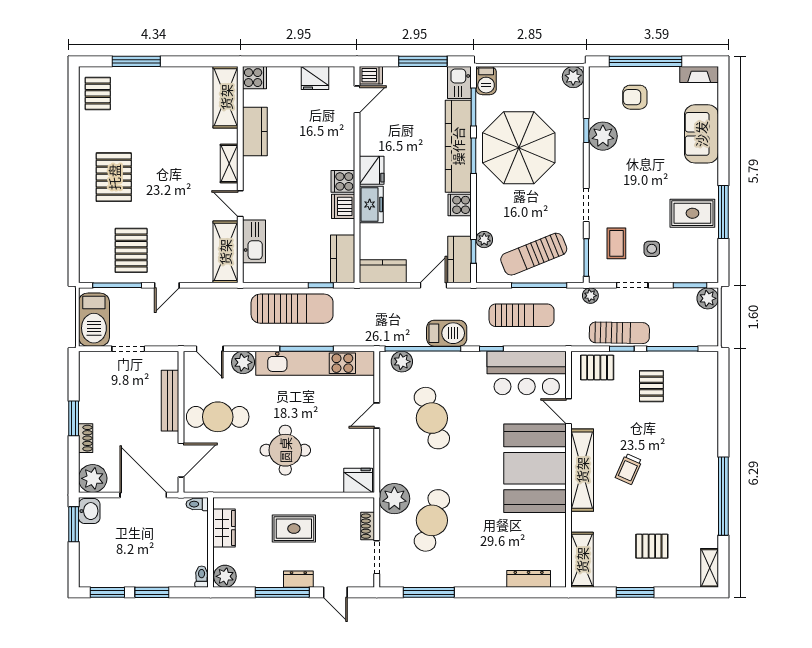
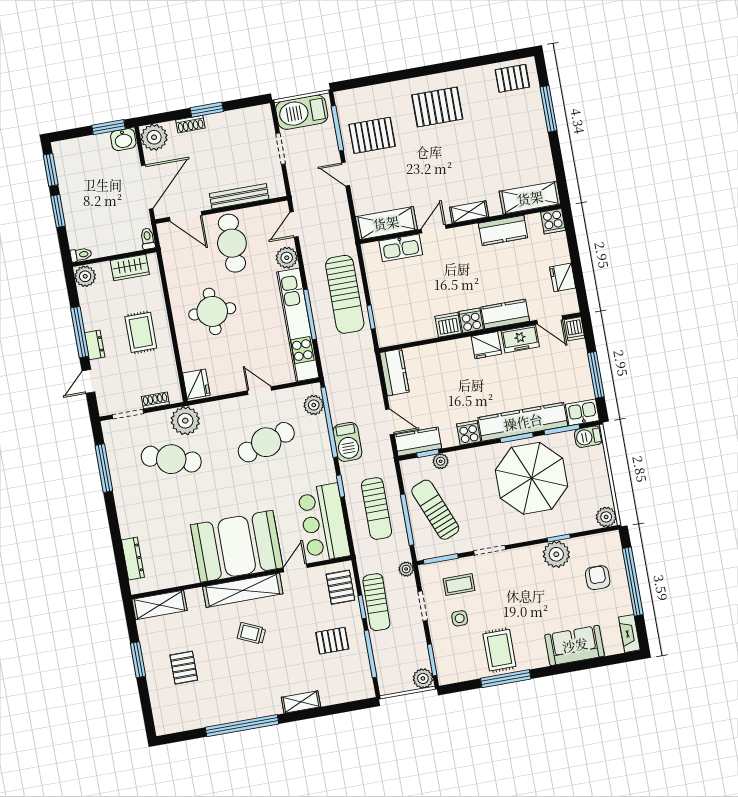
freezer: (371, 204) -> (520, 339), moved
kitchen counter: (343, 259) -> (505, 314), moved
shelving: (710, 568) -> (301, 702), moved

